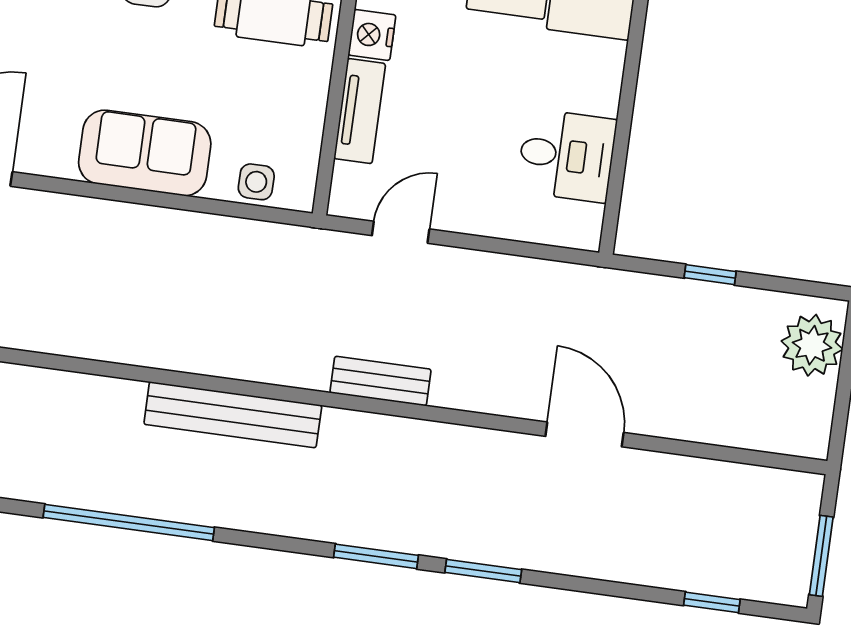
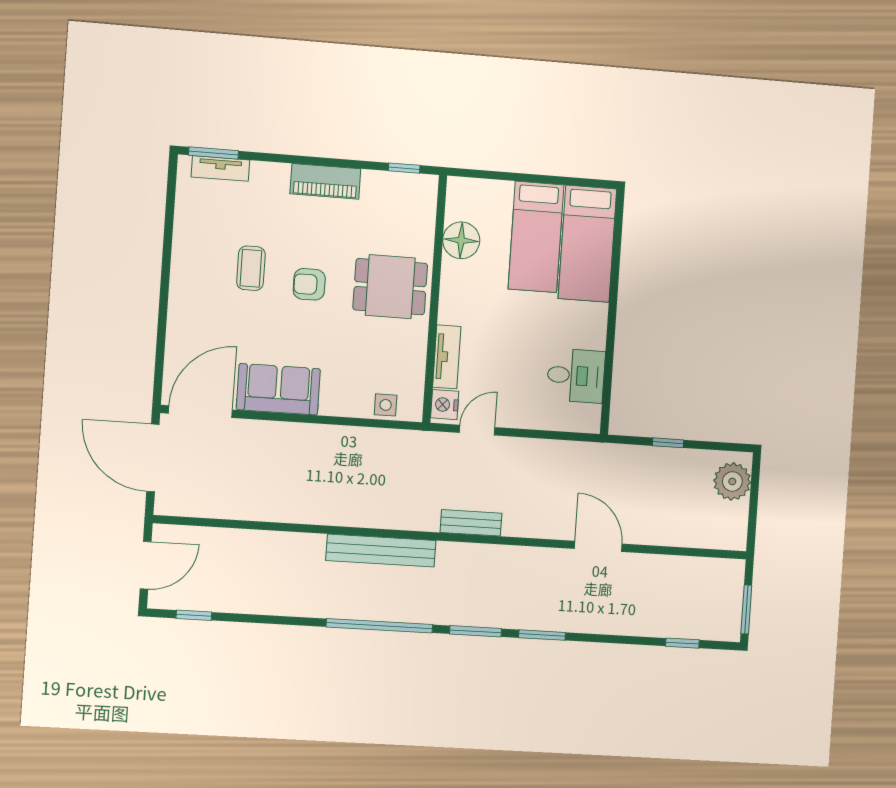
nightstand: (372, 35) -> (445, 405), moved
sofa: (145, 153) -> (278, 389), moved
window: (129, 522) -> (379, 626), moved

